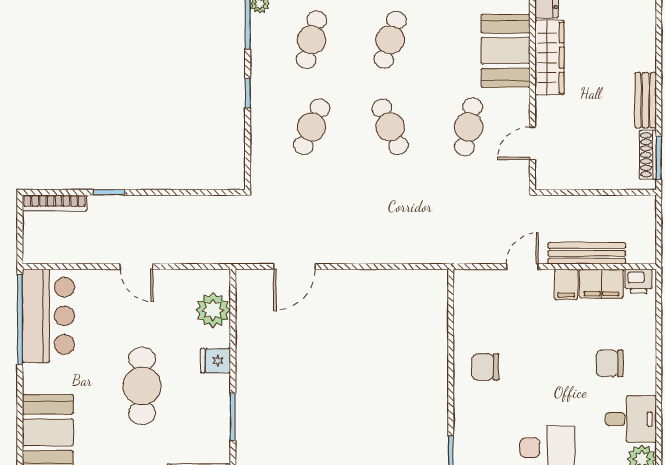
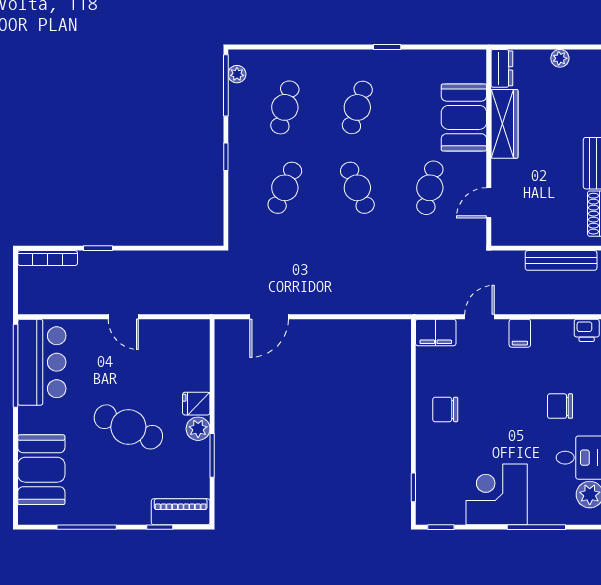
bench: (587, 253) -> (561, 260), moved
filing cabinet: (601, 284) -> (436, 332), moved
plant: (213, 310) -> (198, 429), moved, width x0.73, depth x0.73
cafe table: (142, 386) -> (128, 427), turned -66

